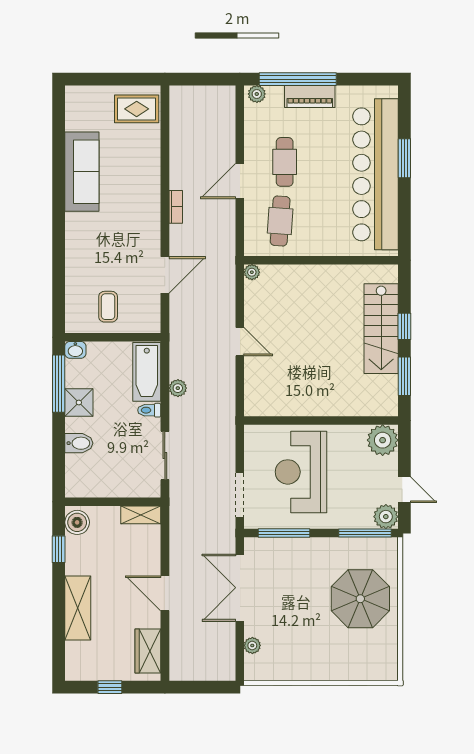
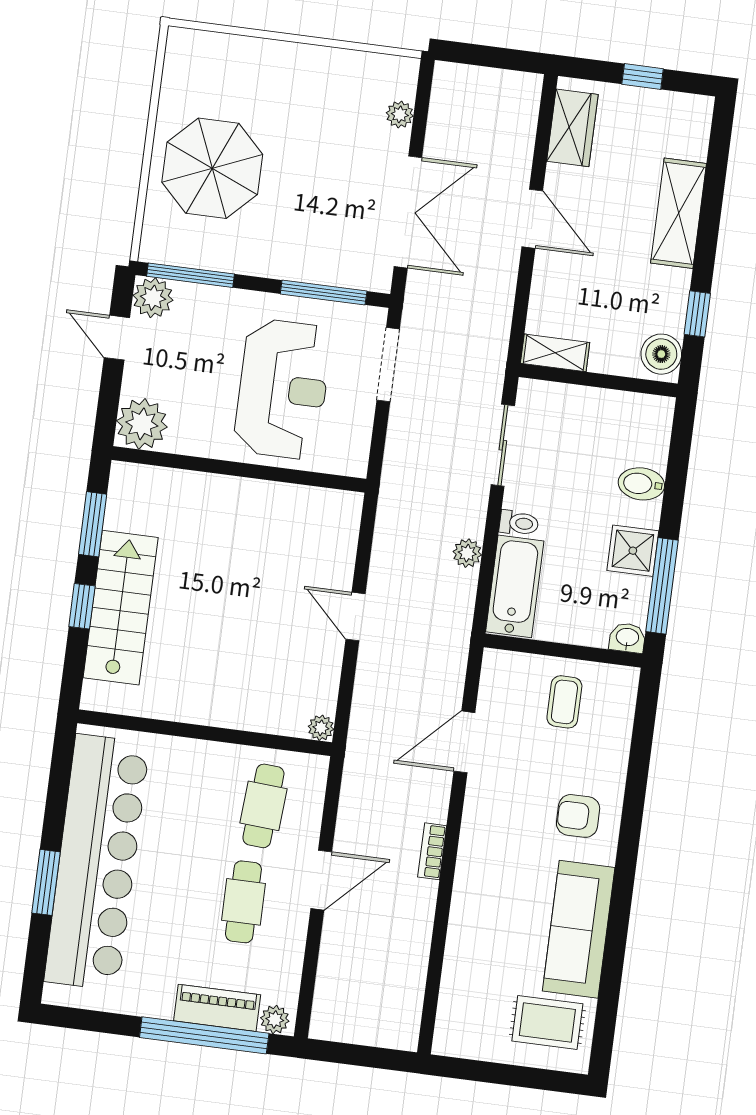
piano: (310, 97) -> (217, 1008), moved
rug: (137, 109) -> (547, 1022), moved
armchair: (91, 239) -> (578, 816), added

